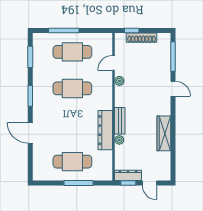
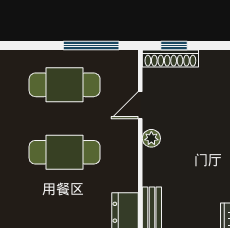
window: (64, 31) -> (91, 46), moved
shoe rack: (142, 38) -> (170, 59), moved

